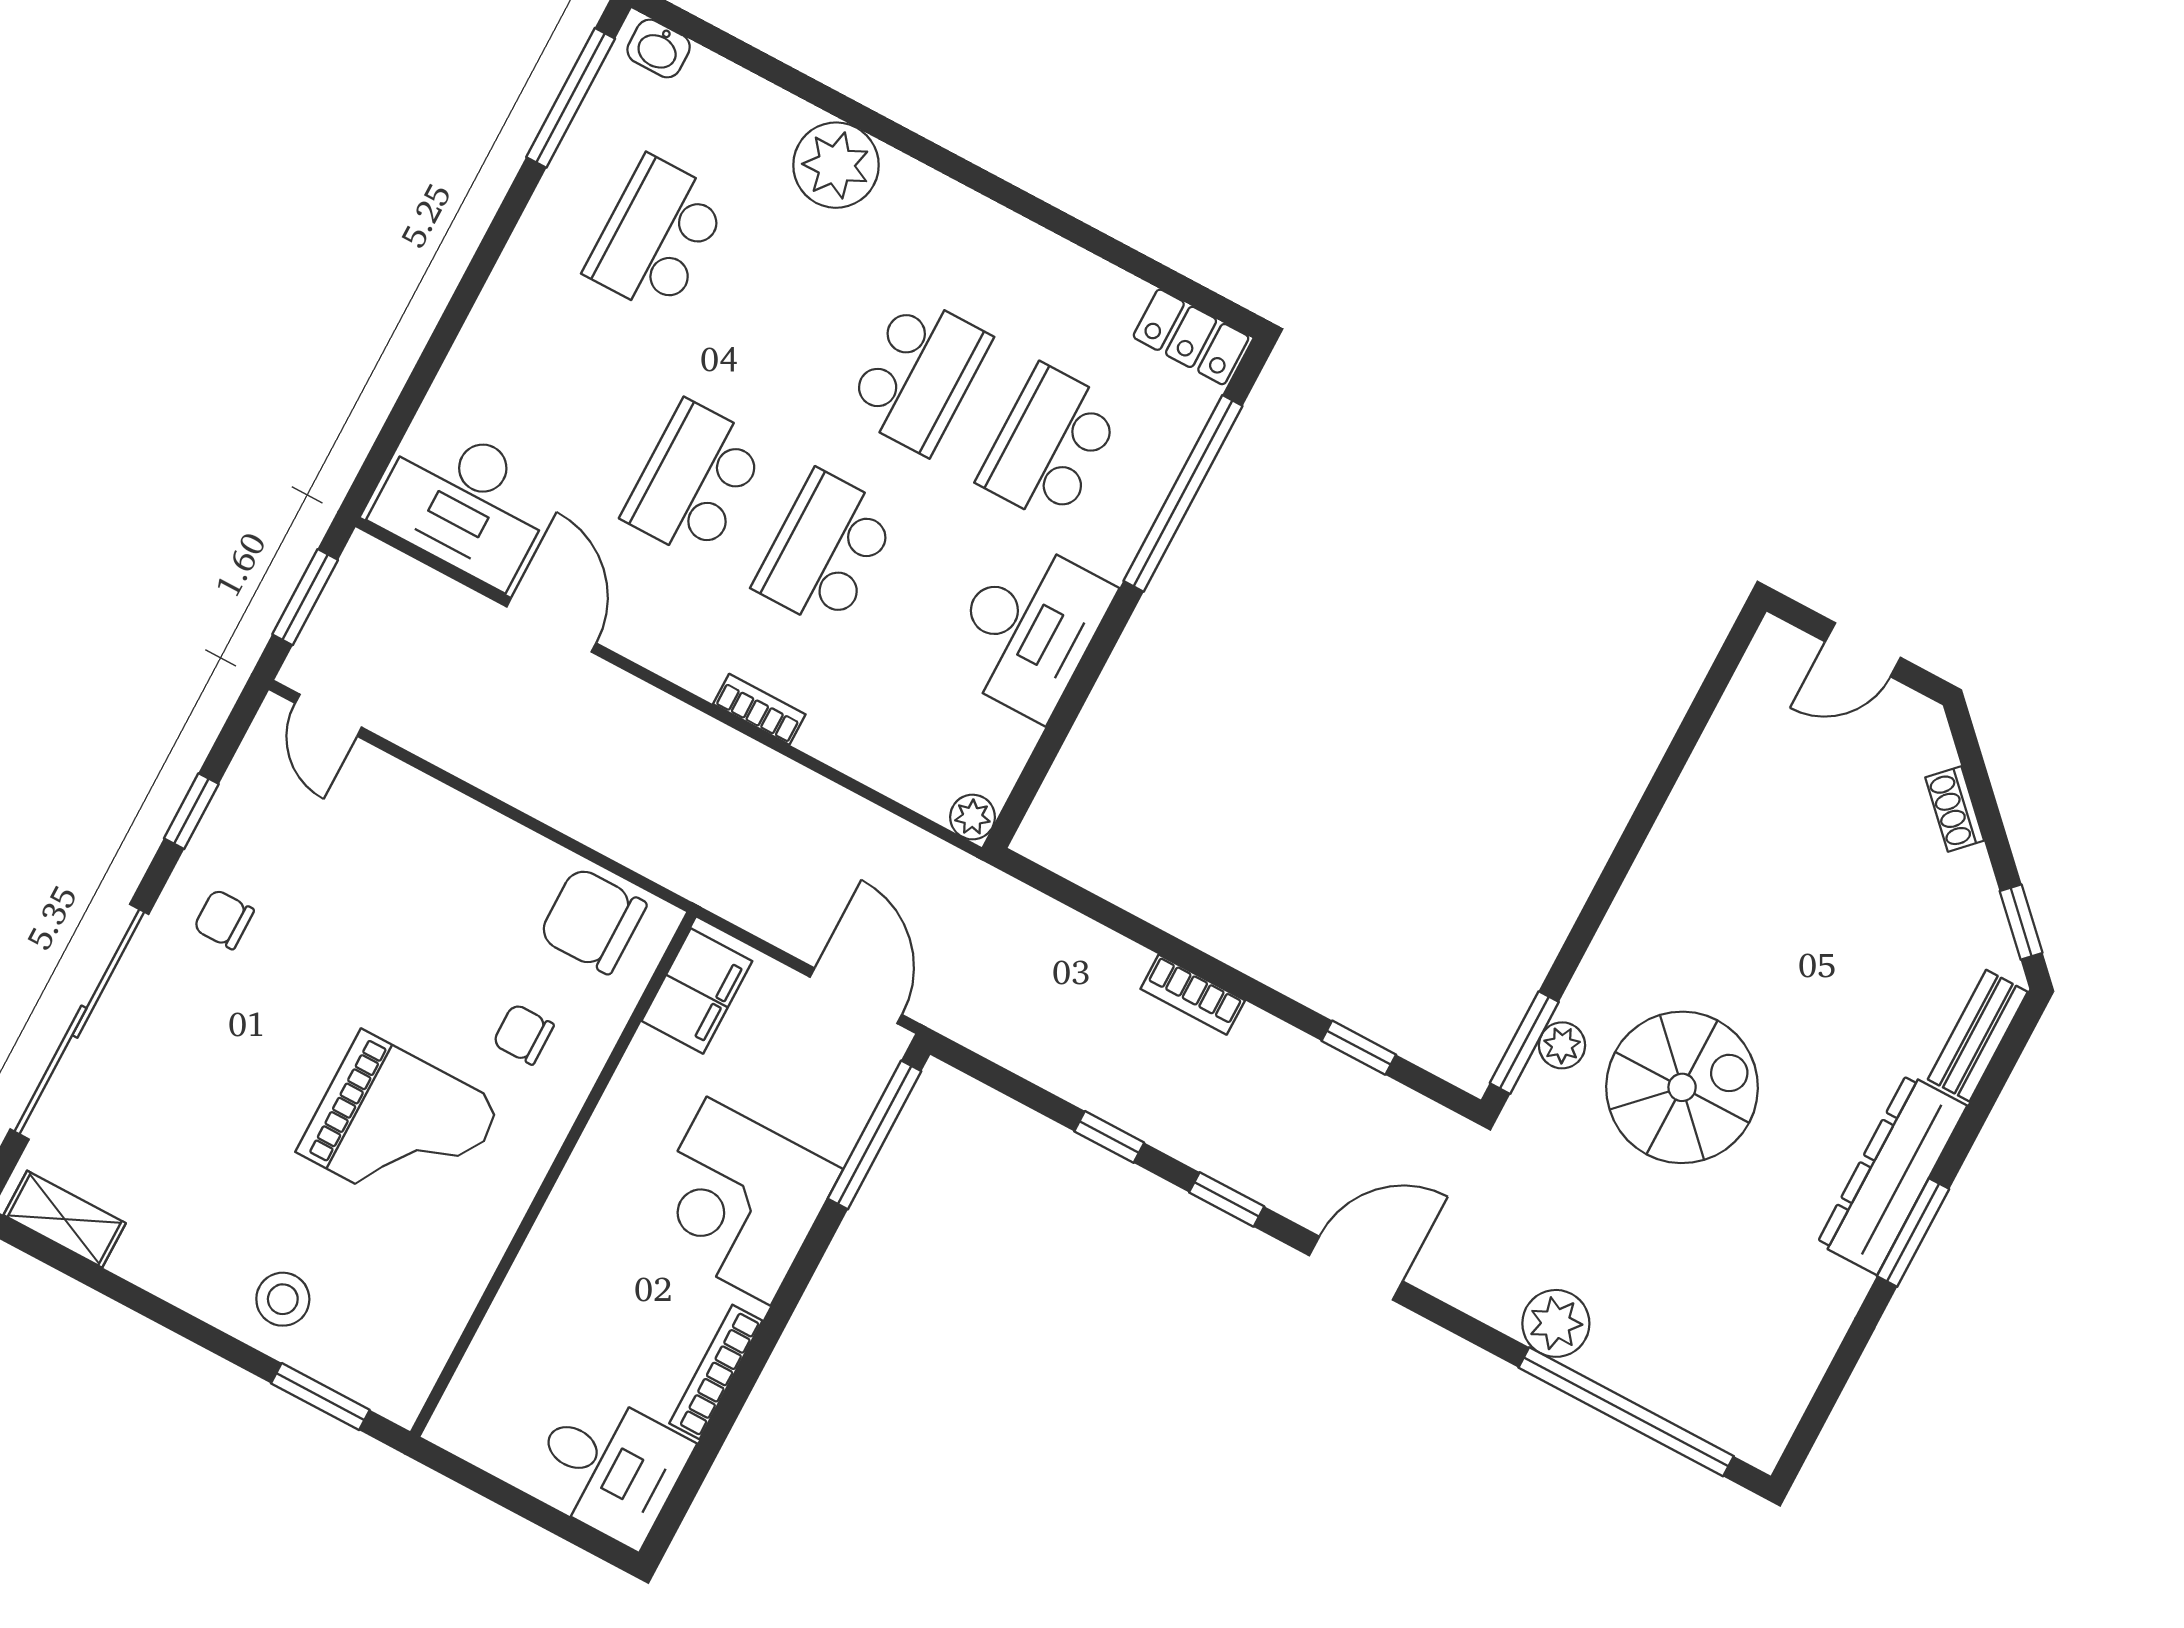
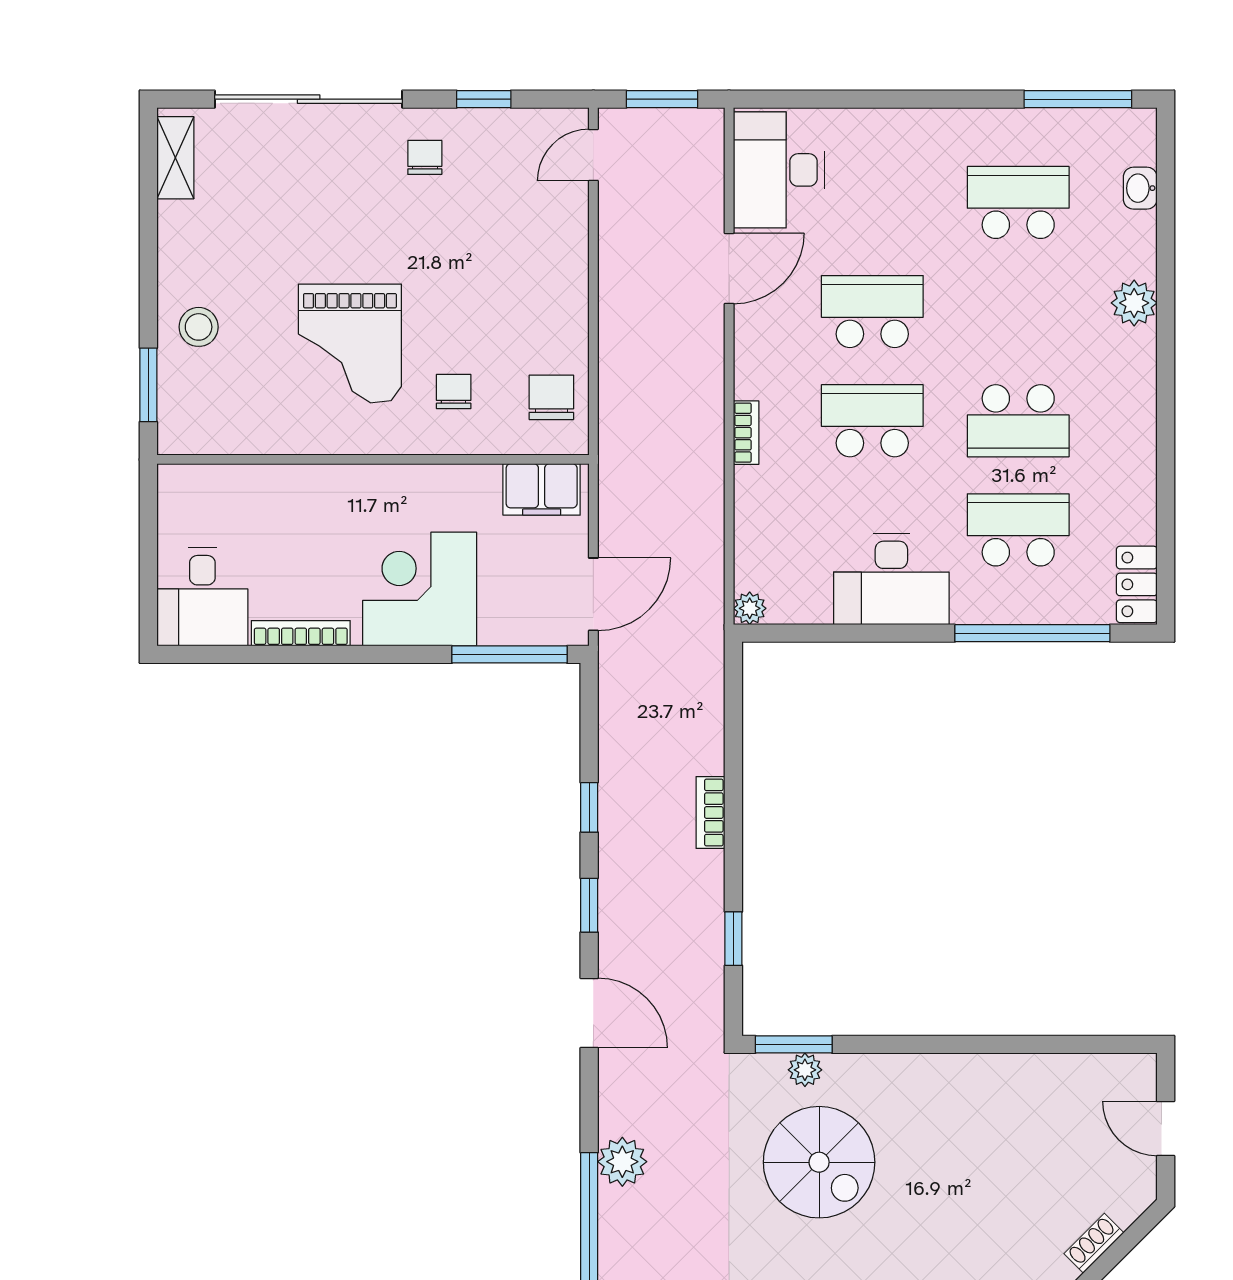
washbasin: (659, 49) -> (1140, 188), moved
plant: (836, 165) -> (1134, 303), width x0.73, depth x0.73
chair: (593, 920) -> (551, 397), width x0.73, depth x0.73

